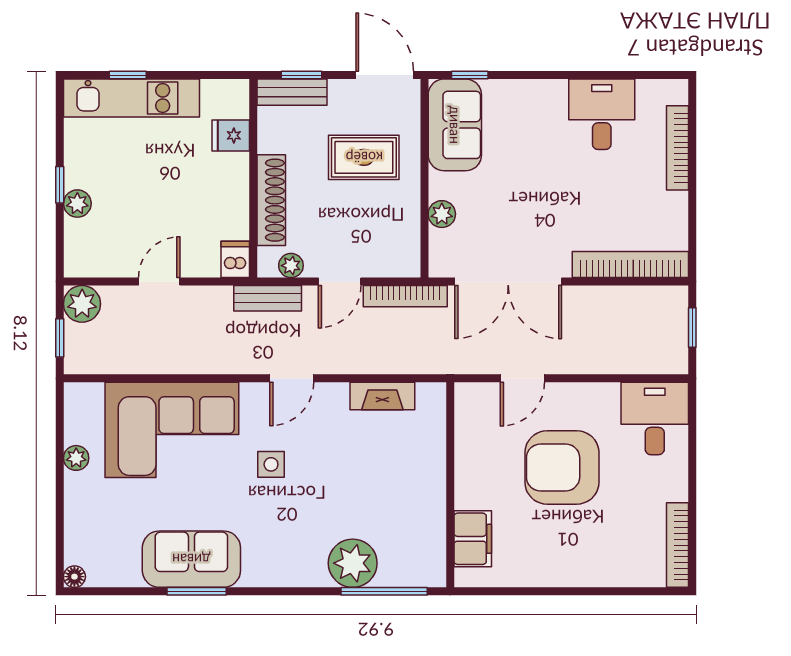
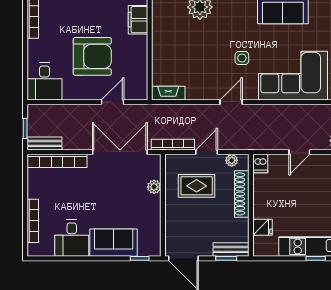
sofa: (455, 125) -> (114, 243), moved, turned 90
rug: (364, 157) -> (197, 186), moved
bench: (268, 298) -> (45, 143), moved
fireplace: (382, 396) -> (168, 93), moved

